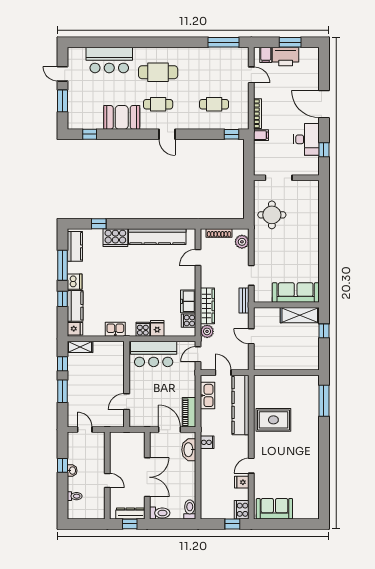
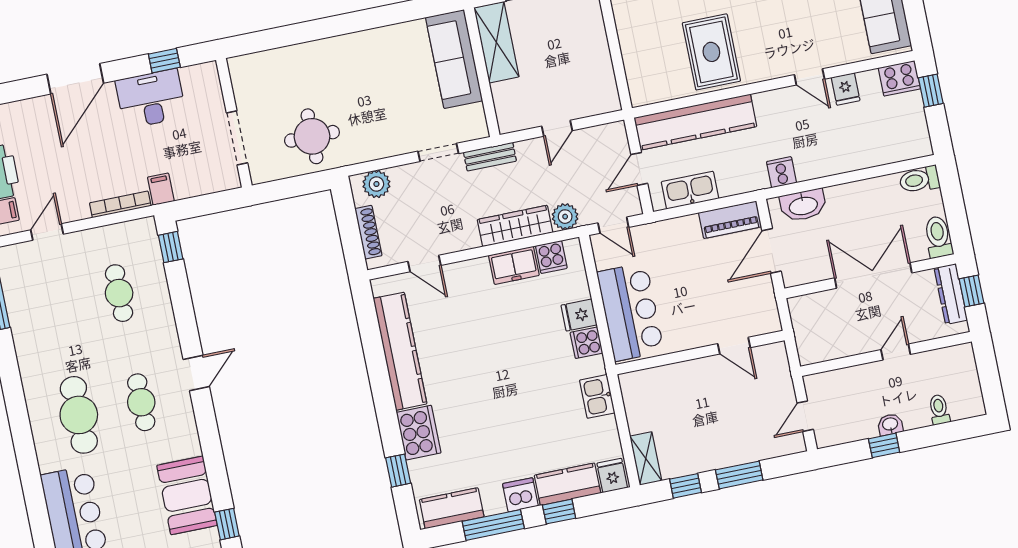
booth: (122, 117) -> (187, 495), moved

